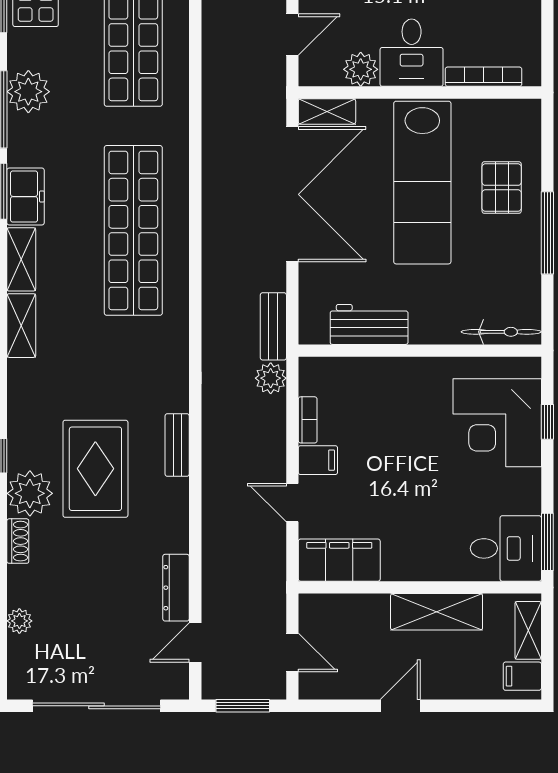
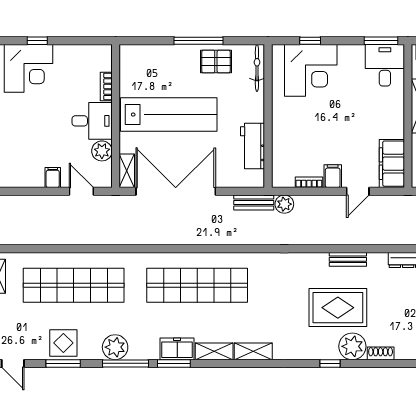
bookcase: (484, 77) -> (106, 87), width x0.64
pallet: (502, 188) -> (216, 61), moved
bench: (177, 445) -> (348, 259), moved

